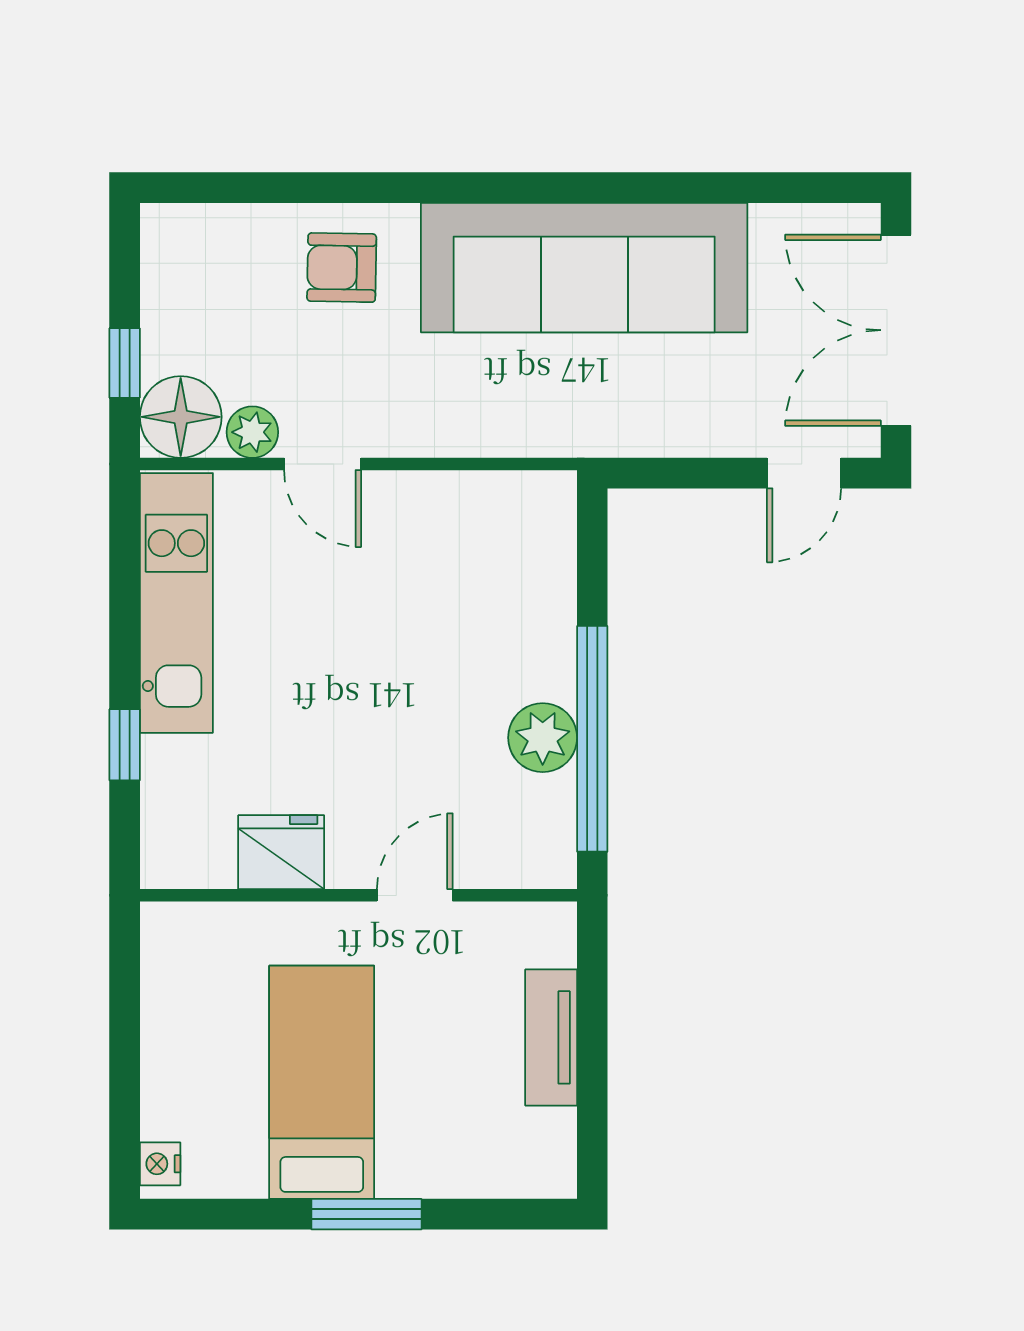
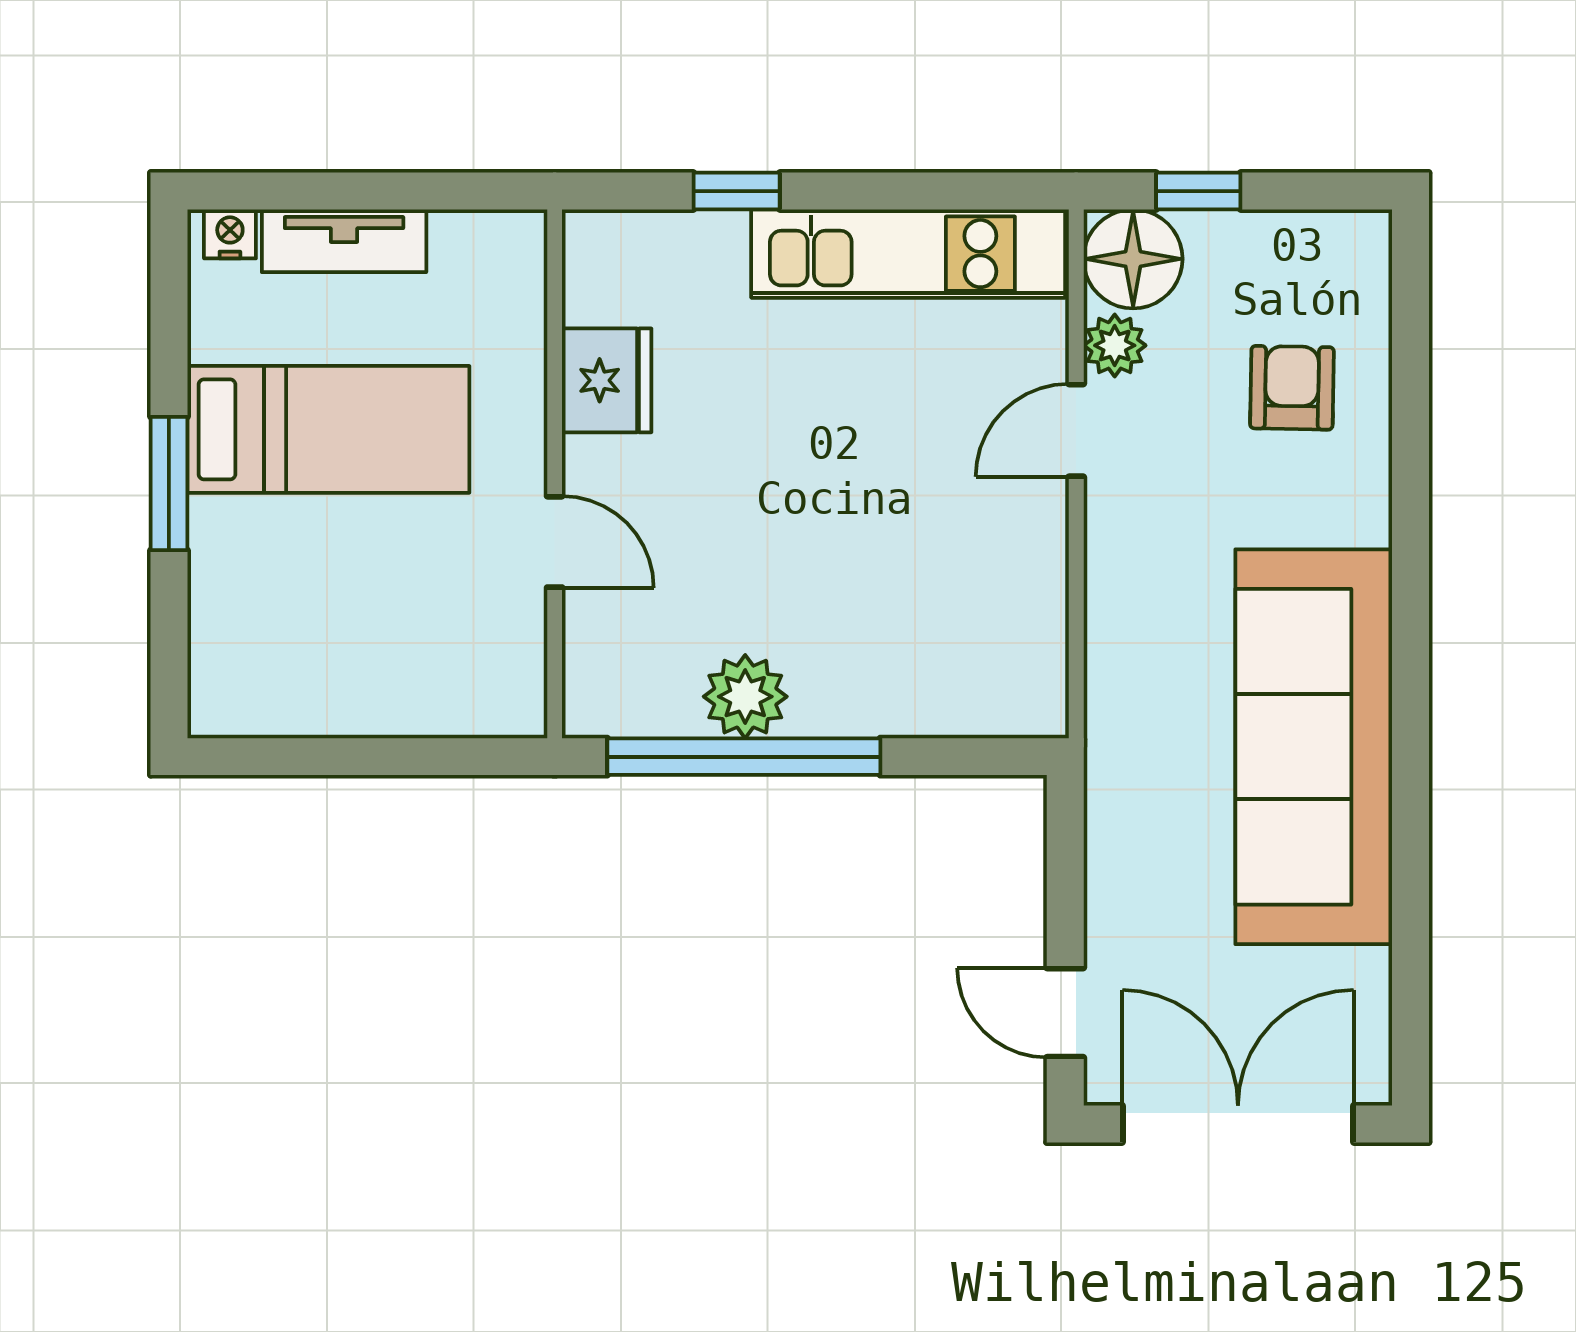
armchair: (342, 268) -> (1292, 388), moved
tv unit: (551, 1037) -> (344, 241), moved, turned 180

